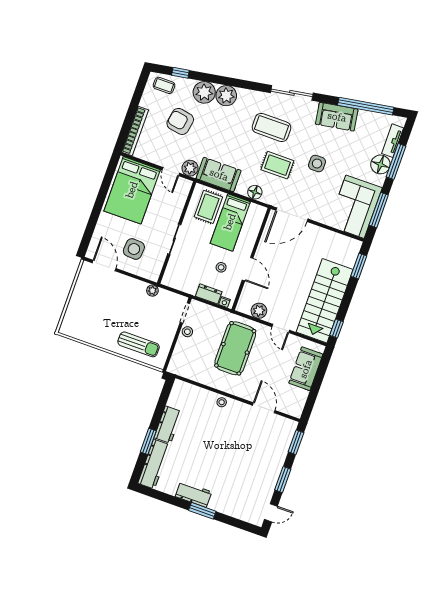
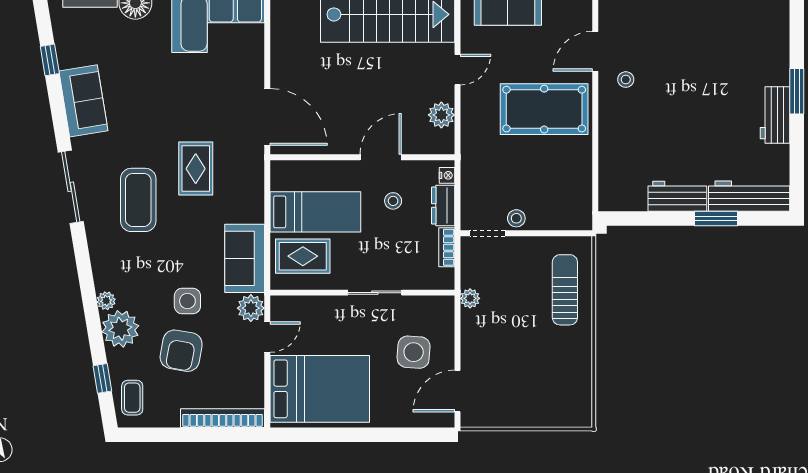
plant: (226, 96) -> (106, 301), width x0.53, depth x0.53
window: (366, 106) -> (50, 60), width x0.32
side table: (317, 164) -> (187, 301), moved
floor lamp: (255, 192) -> (252, 190), removed
bookcase: (185, 288) -> (447, 247), added
pool table: (235, 348) -> (544, 109), moved
stool: (222, 402) -> (626, 80), moved

